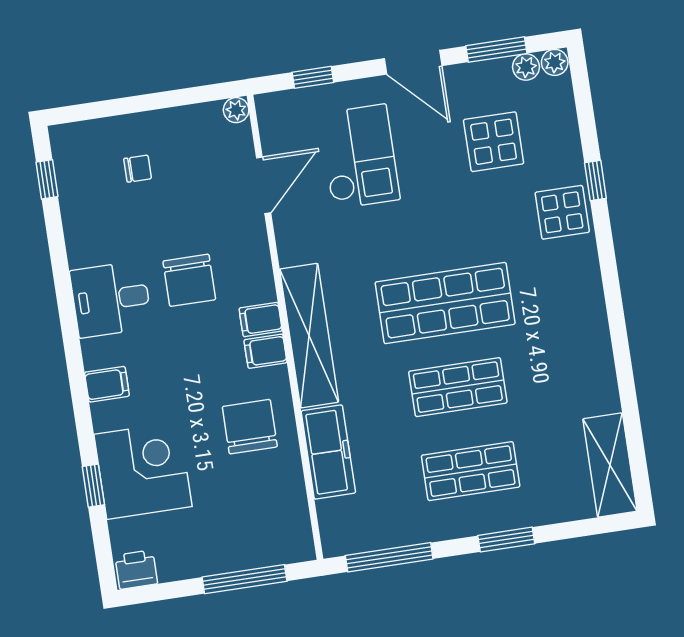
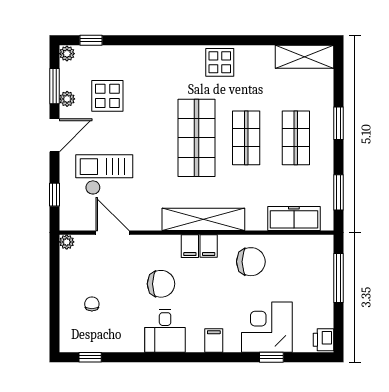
plant: (526, 67) -> (67, 99), moved
window: (595, 181) -> (91, 40), moved
display table: (562, 212) -> (220, 62), moved
chair: (250, 427) -> (251, 262), turned 180
freezer: (328, 452) -> (294, 219), moved
window: (389, 557) -> (339, 192), width x0.69

